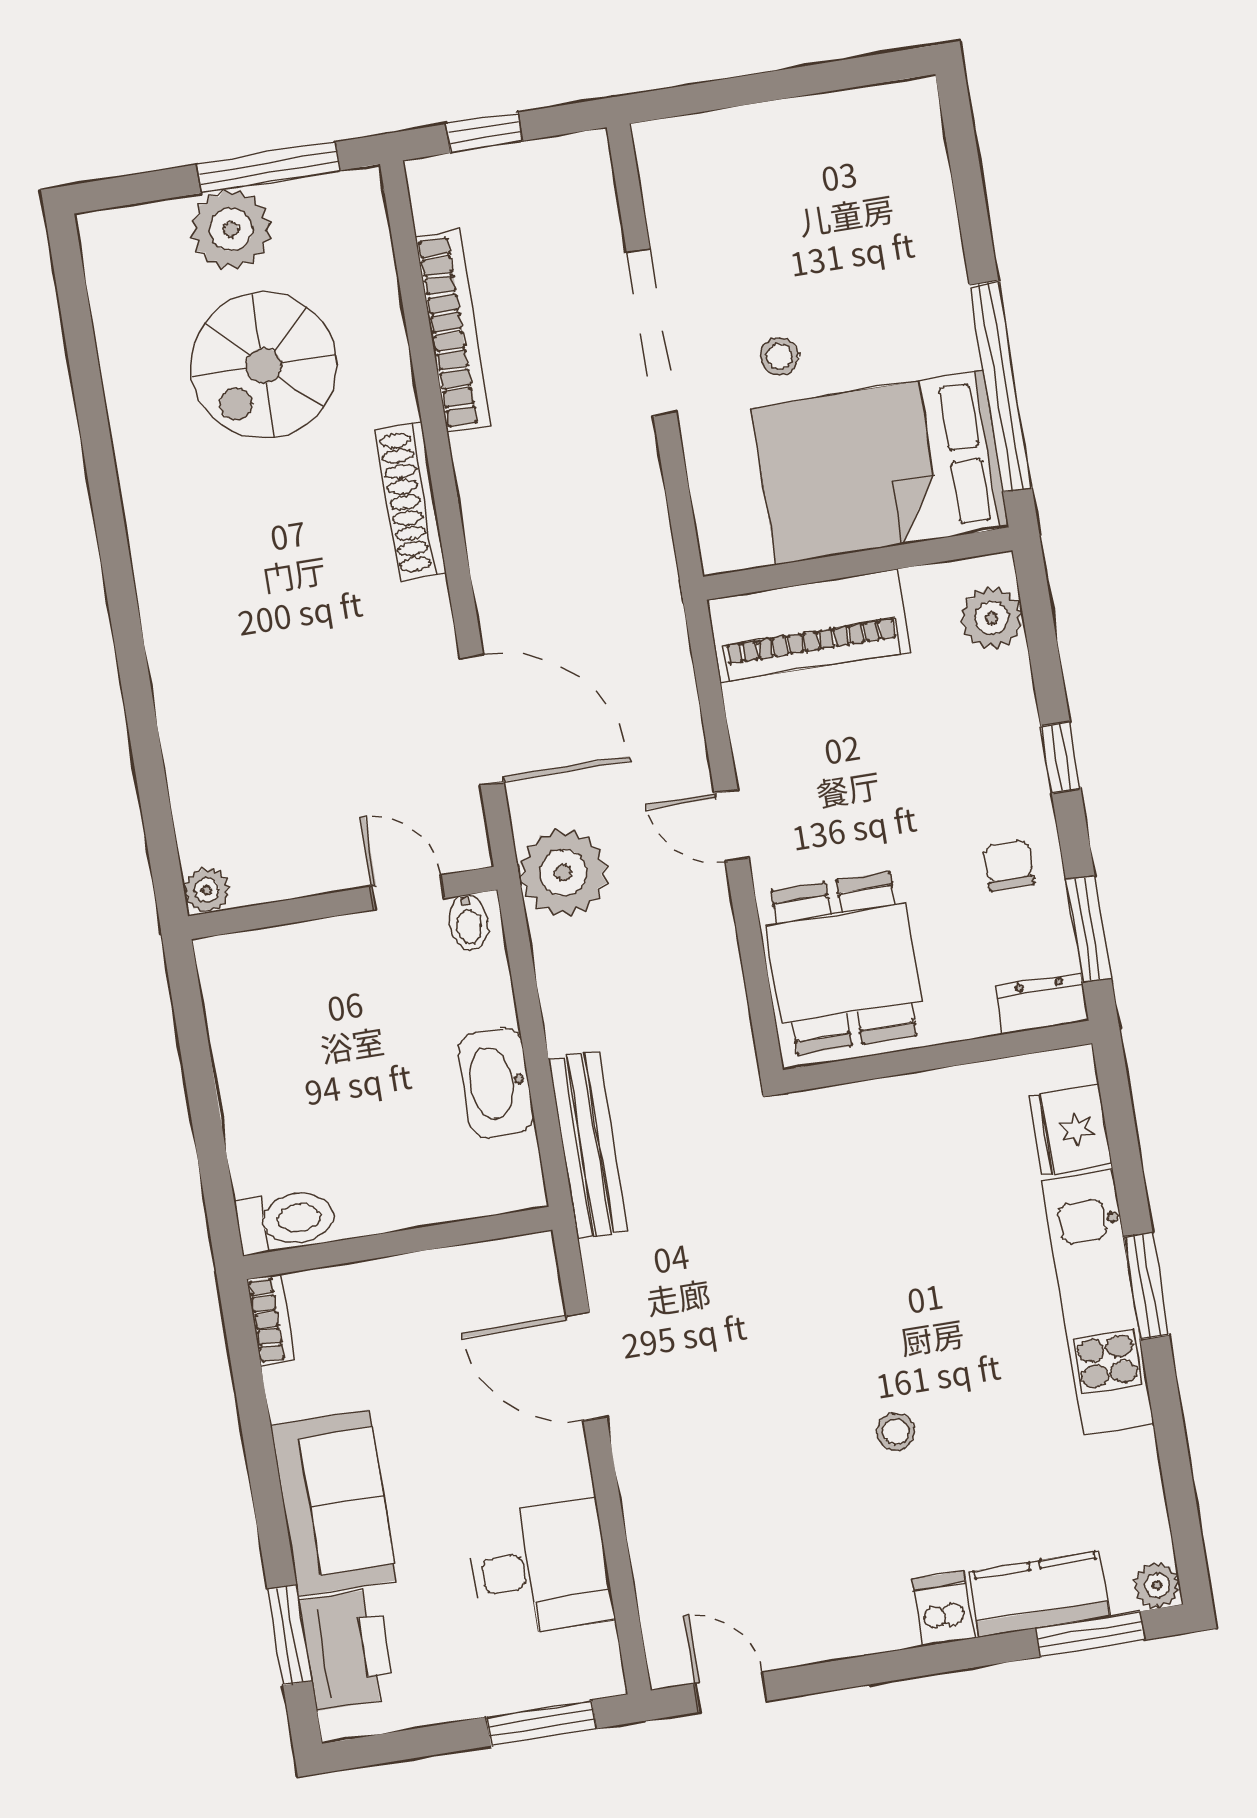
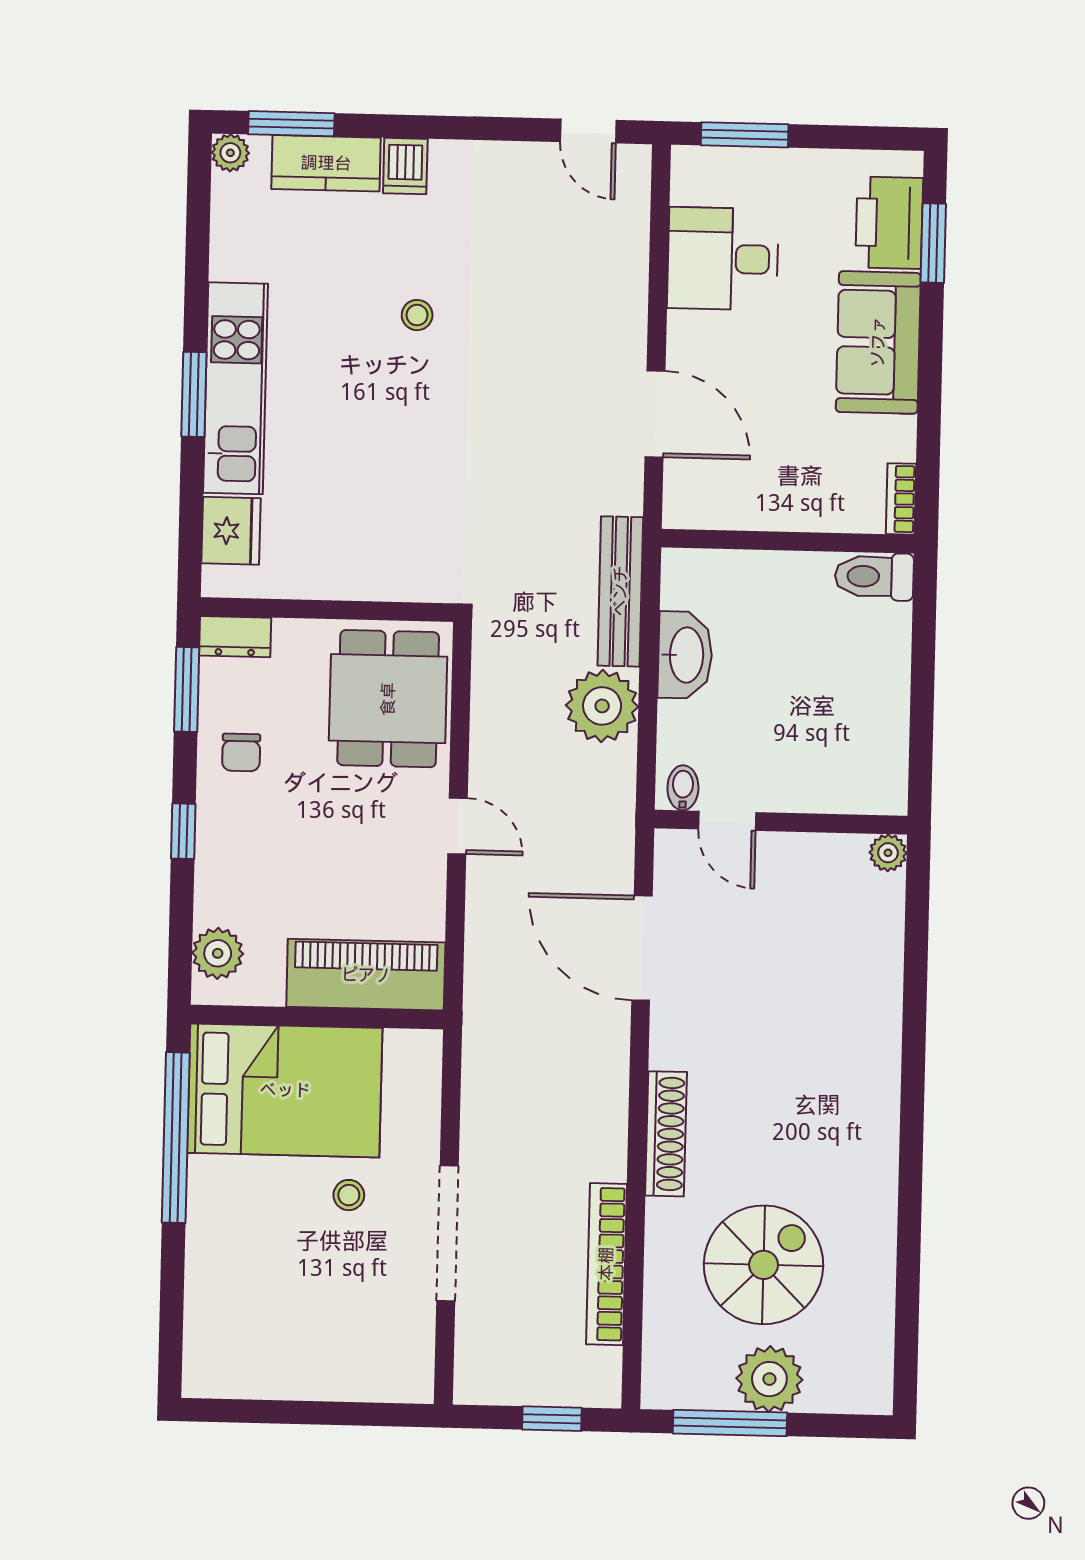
plant: (563, 873) -> (602, 706), moved

